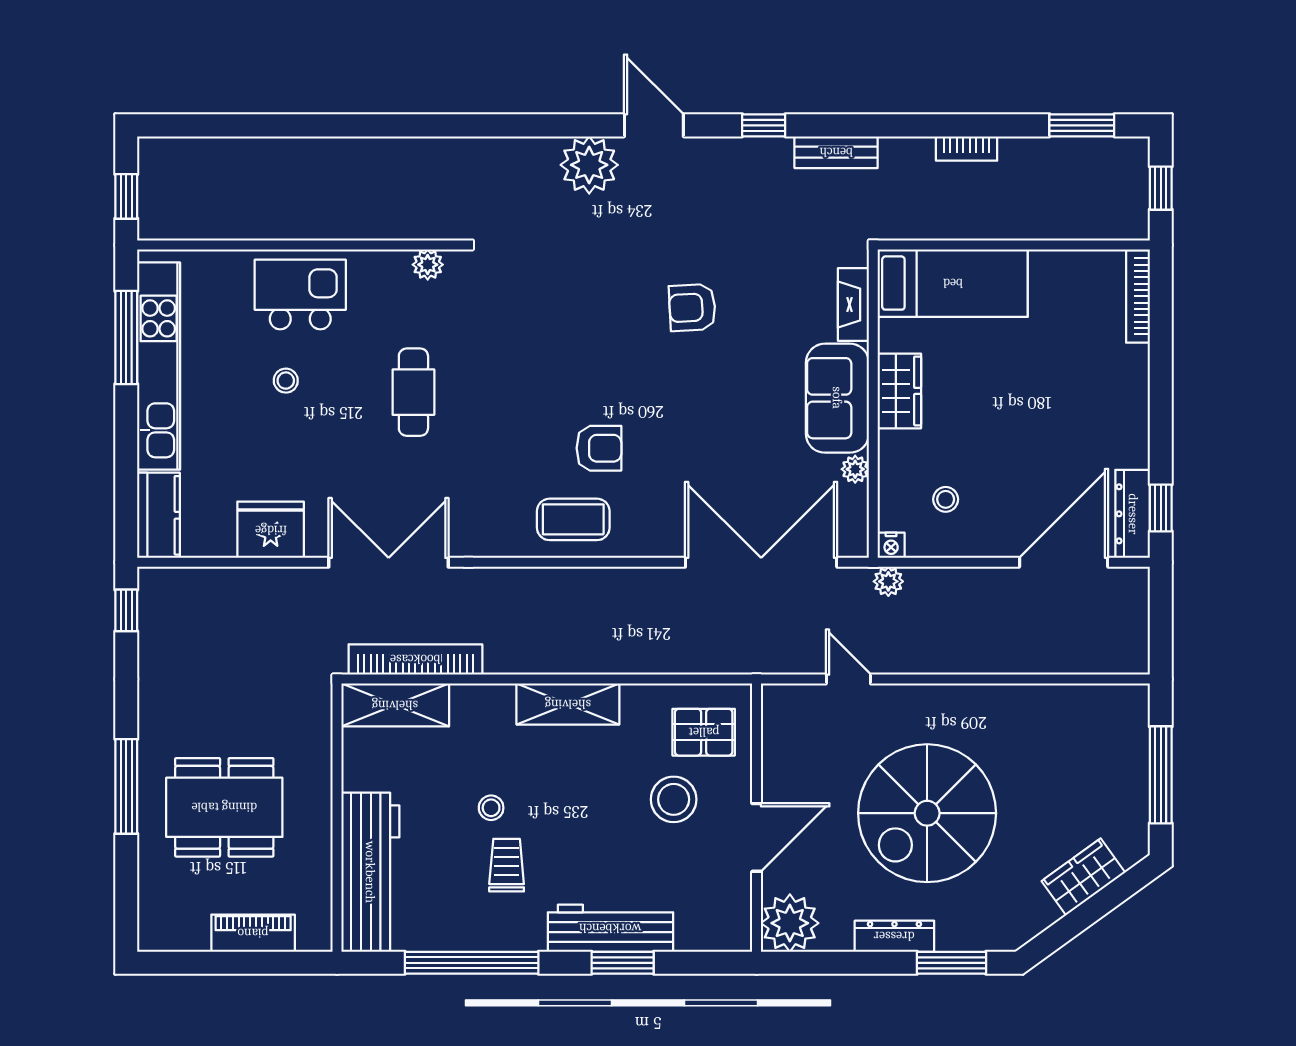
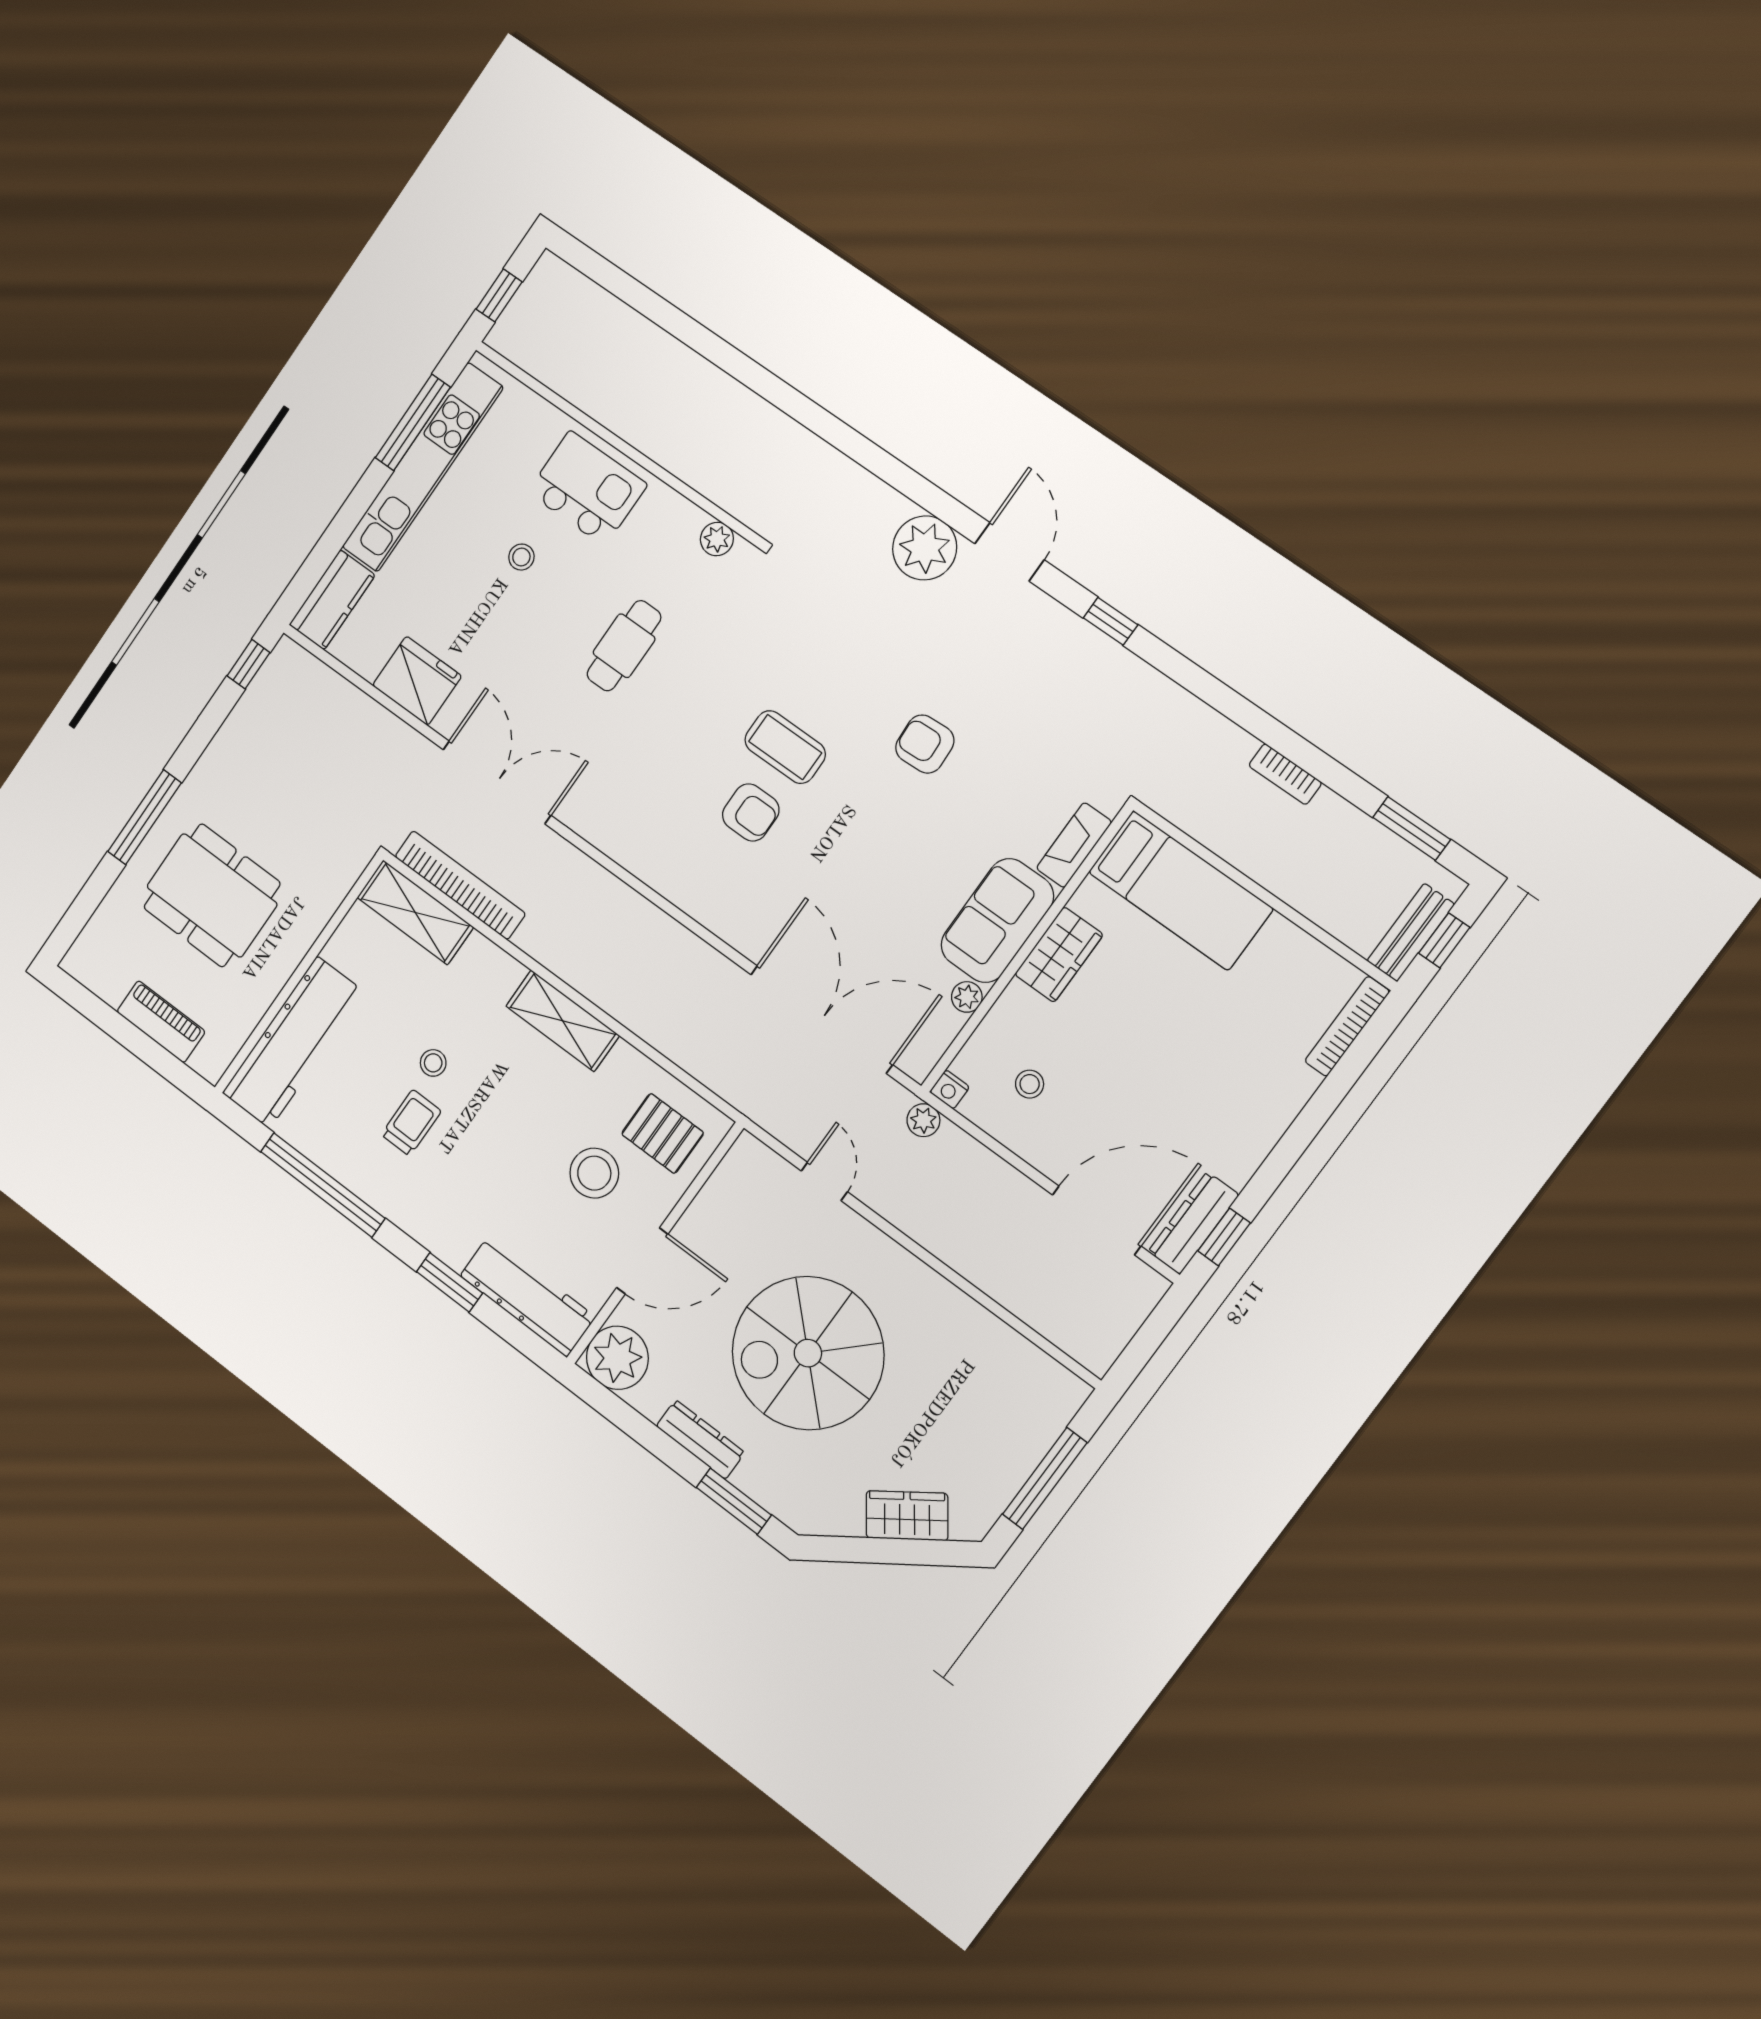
bench: (836, 152) -> (1411, 933), moved, turned 90
coffee table: (573, 519) -> (785, 747), moved
workbench: (610, 928) -> (528, 1296), moved

